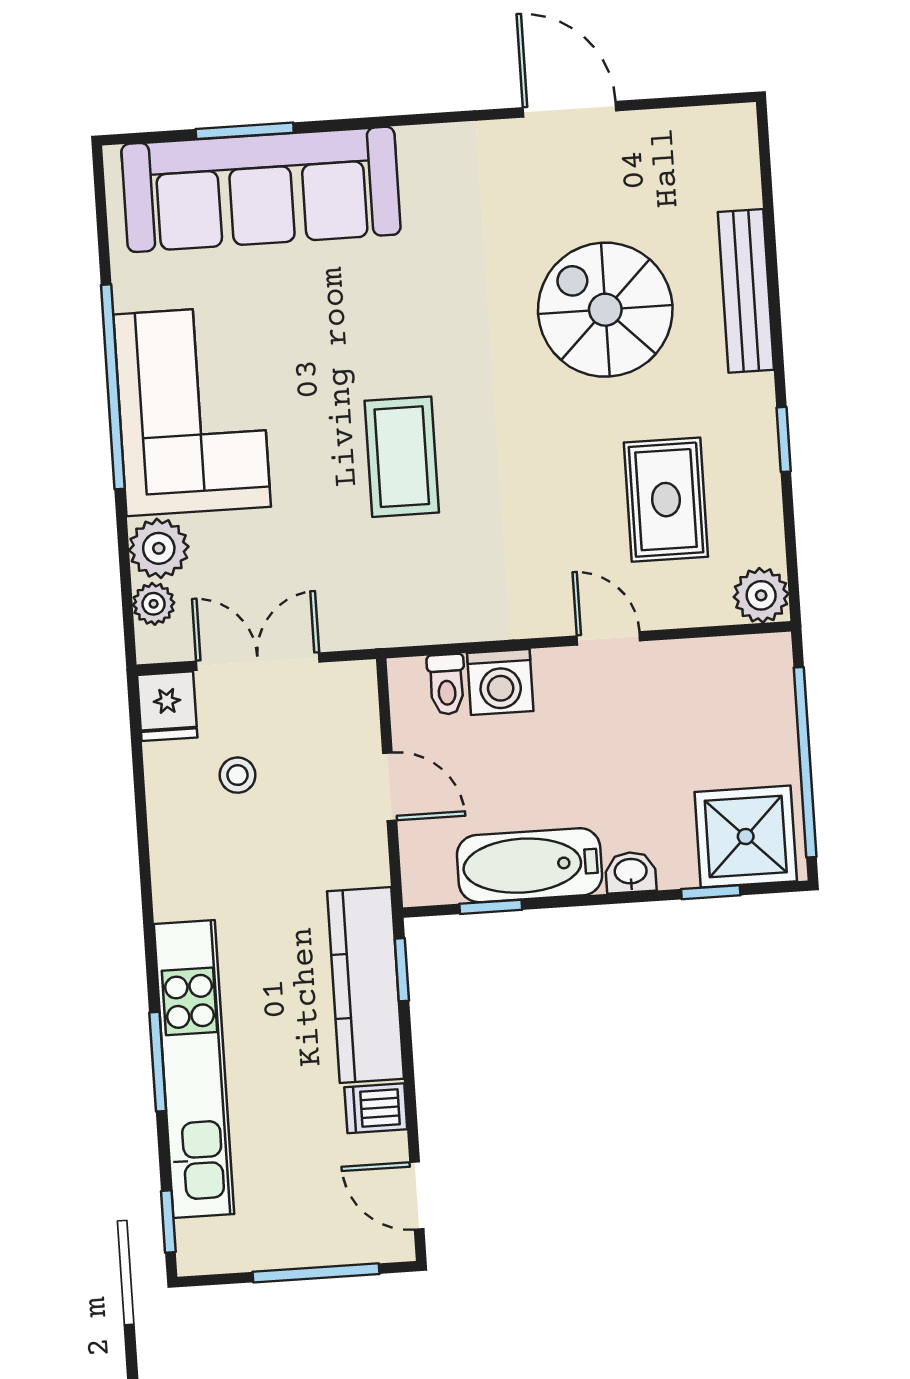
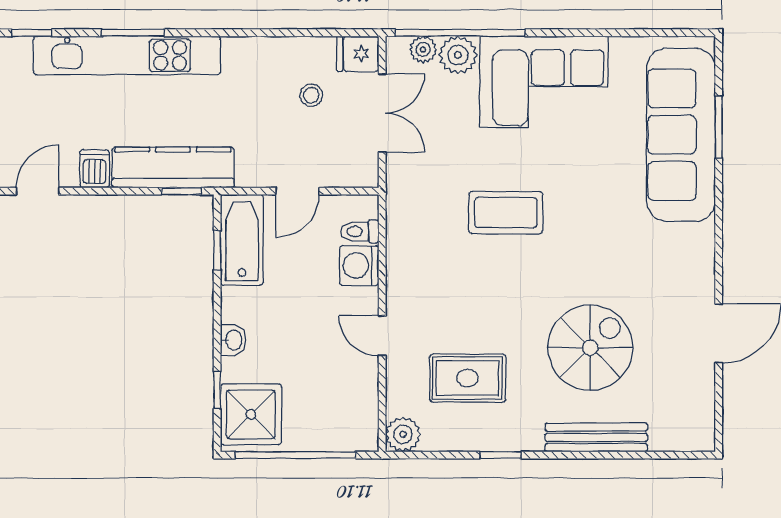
window: (113, 387) -> (460, 33), moved
door: (608, 638) -> (382, 336), swing flipped
bathtub: (529, 865) -> (242, 240), moved

